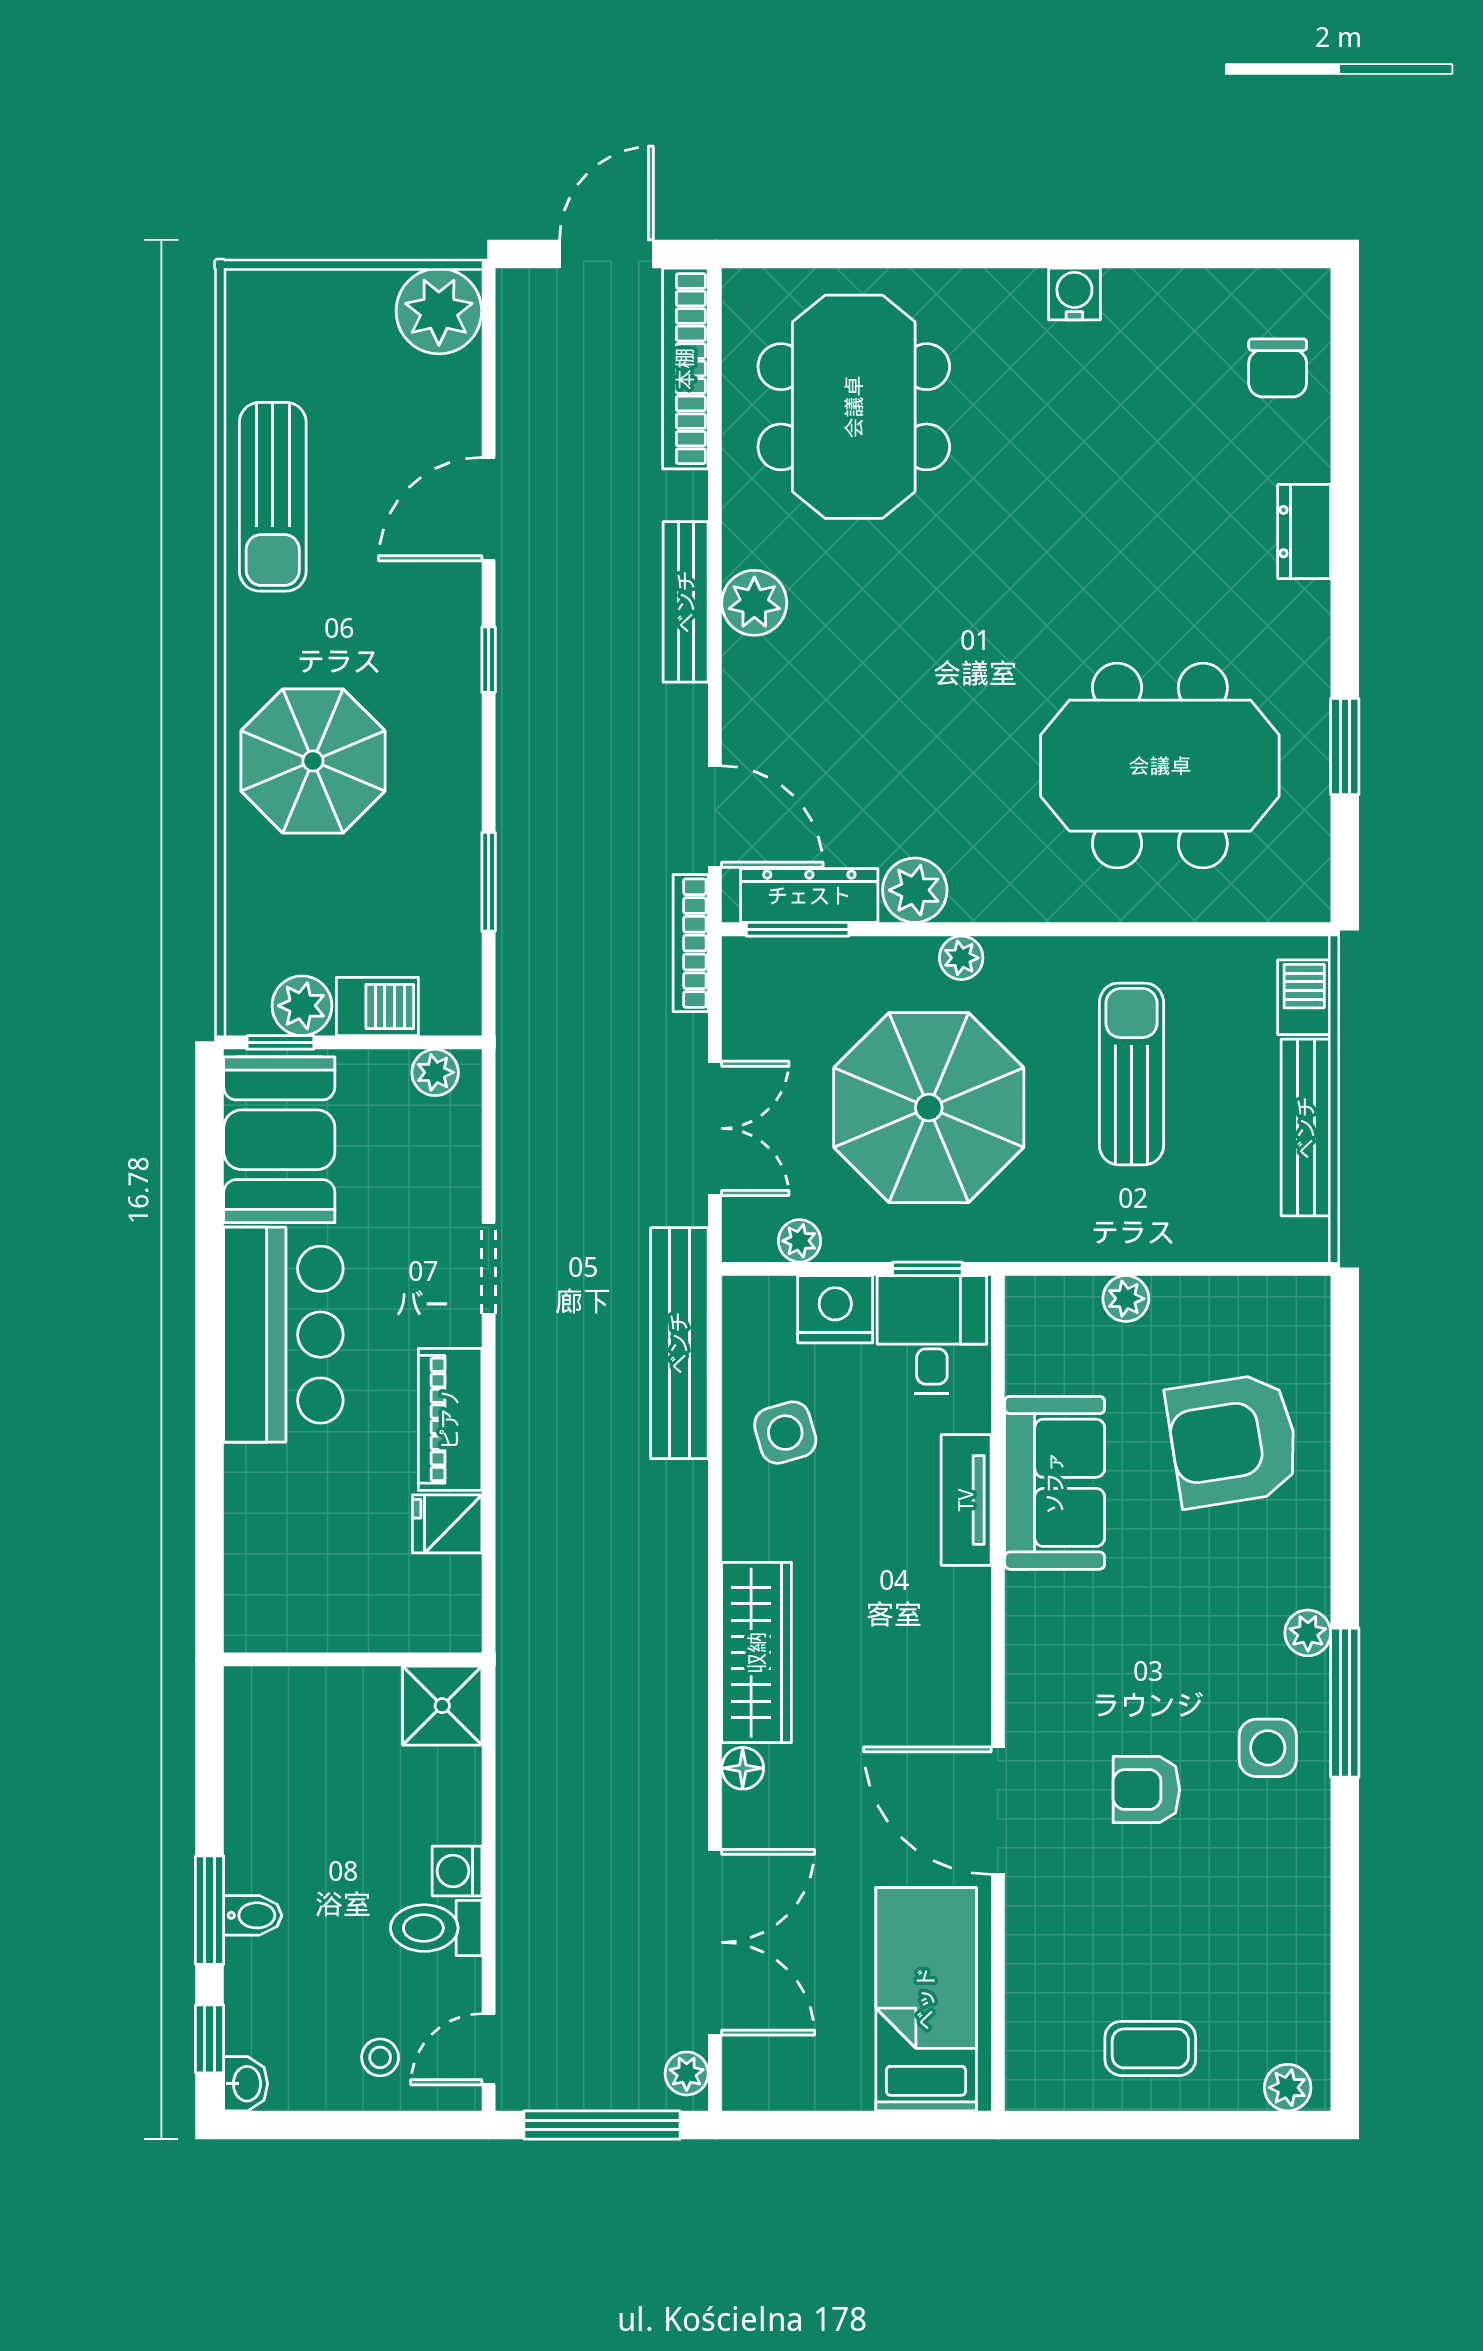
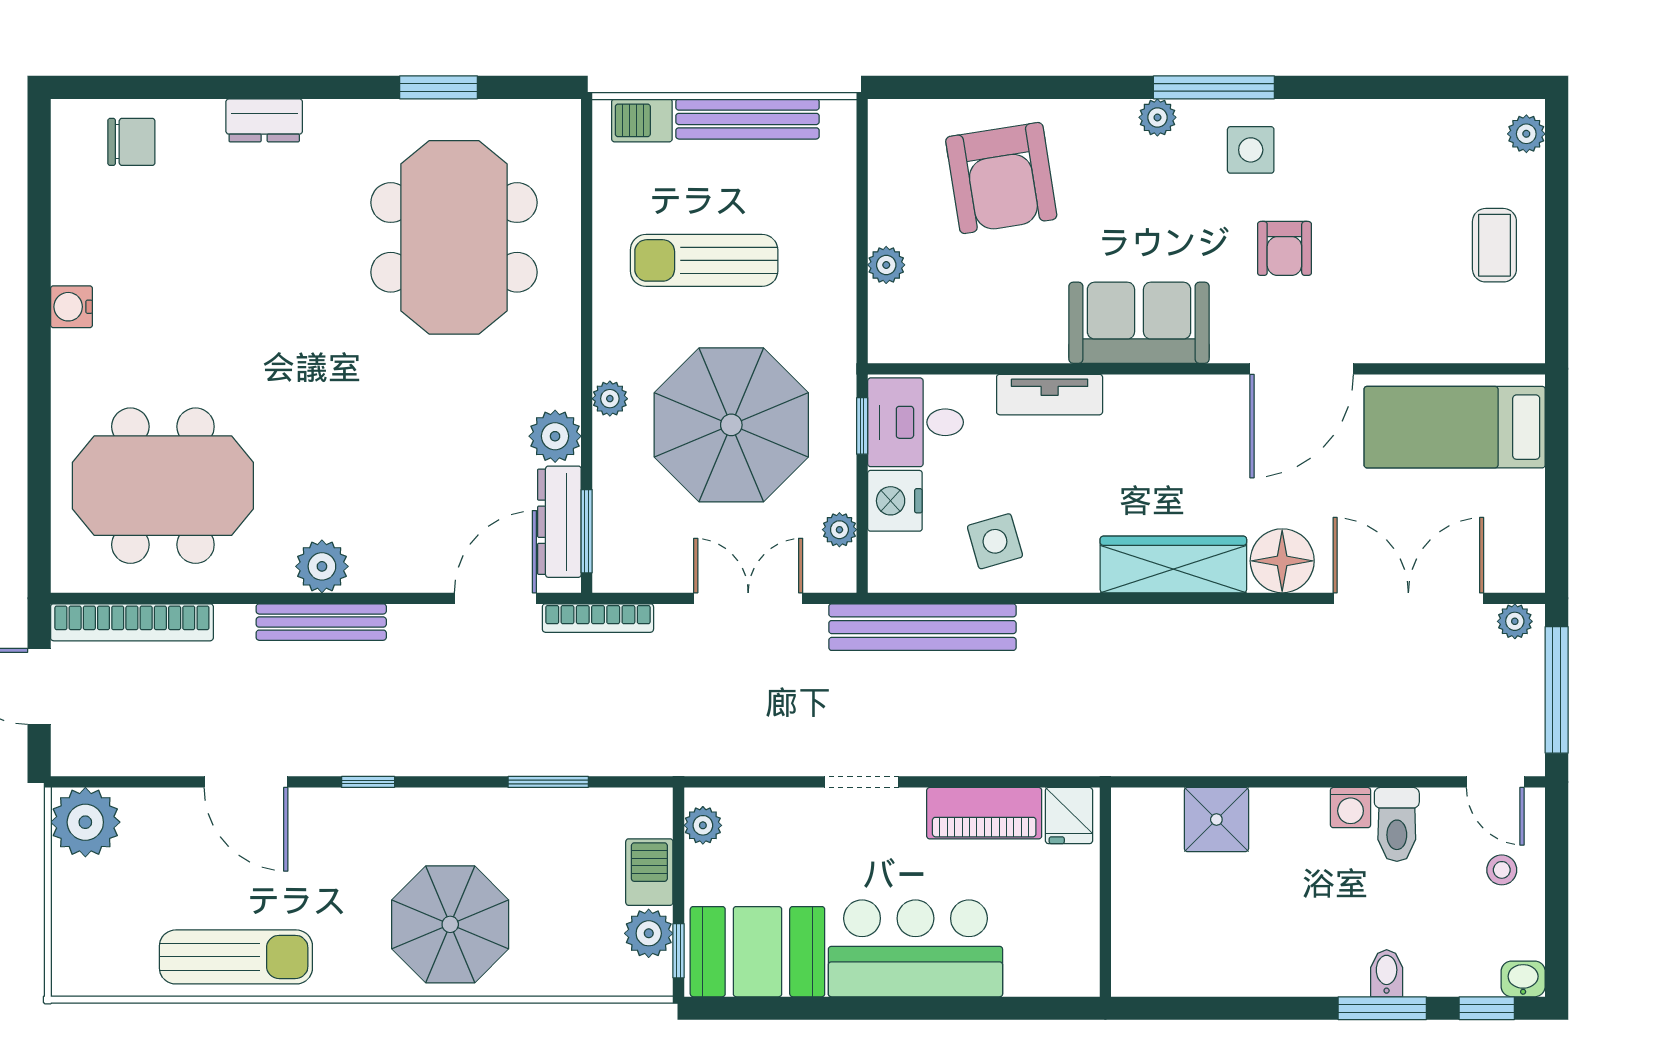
sofa: (1055, 1483) -> (1139, 323), moved
wall: (353, 1659) -> (1105, 892), moved
floor lamp: (743, 1768) -> (1282, 561), width x1.89, depth x1.89

